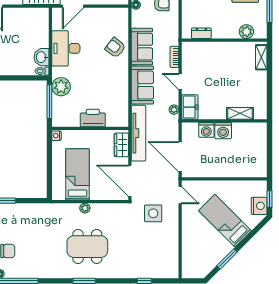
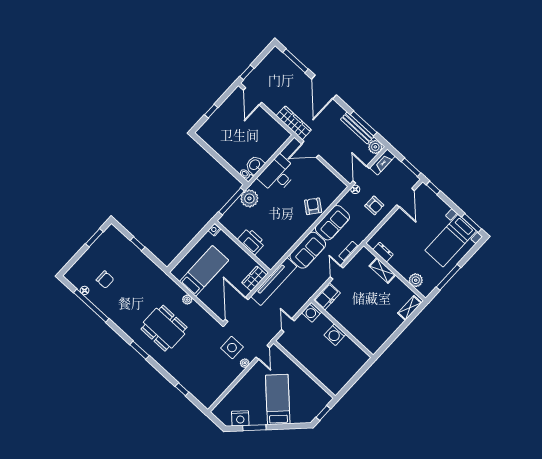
plant: (174, 110) -> (245, 363), moved
shelving: (240, 113) -> (382, 270), moved
washing machine: (206, 130) -> (312, 312), moved
door: (180, 157) -> (288, 325), width x0.53
nightstand: (259, 206) -> (240, 418), moved, turned 45

